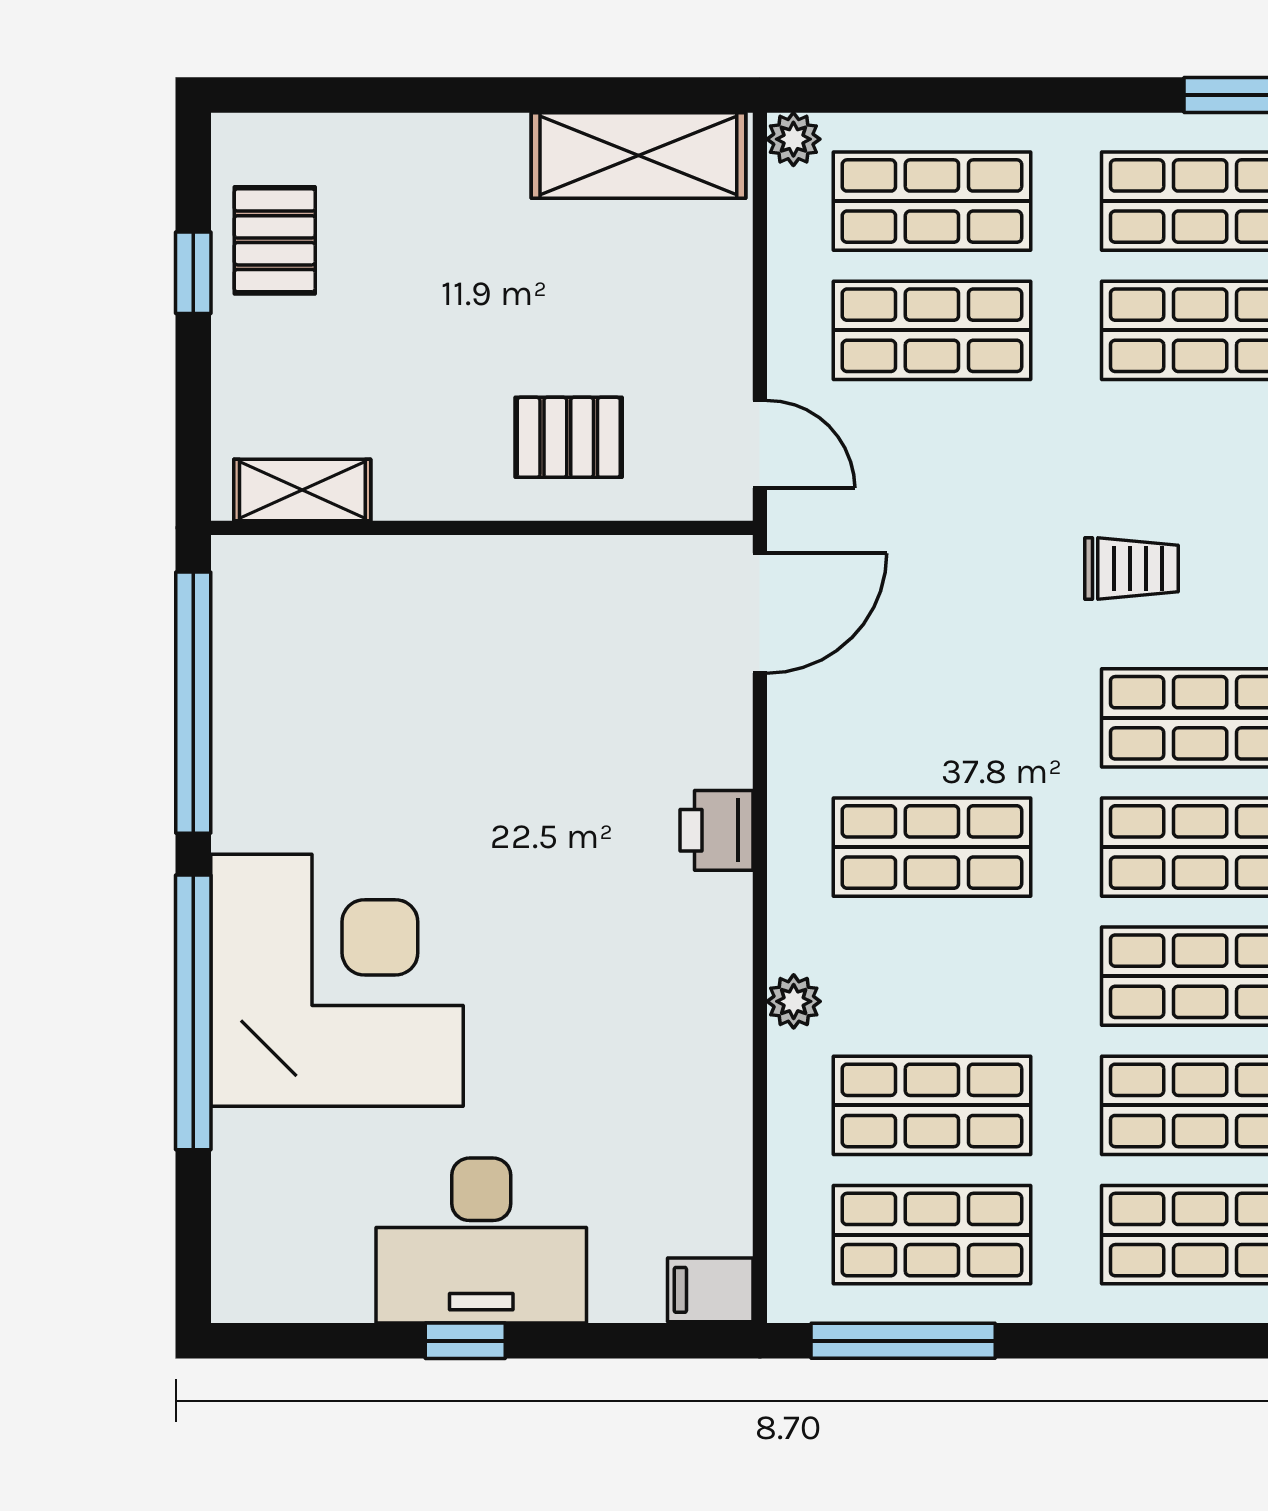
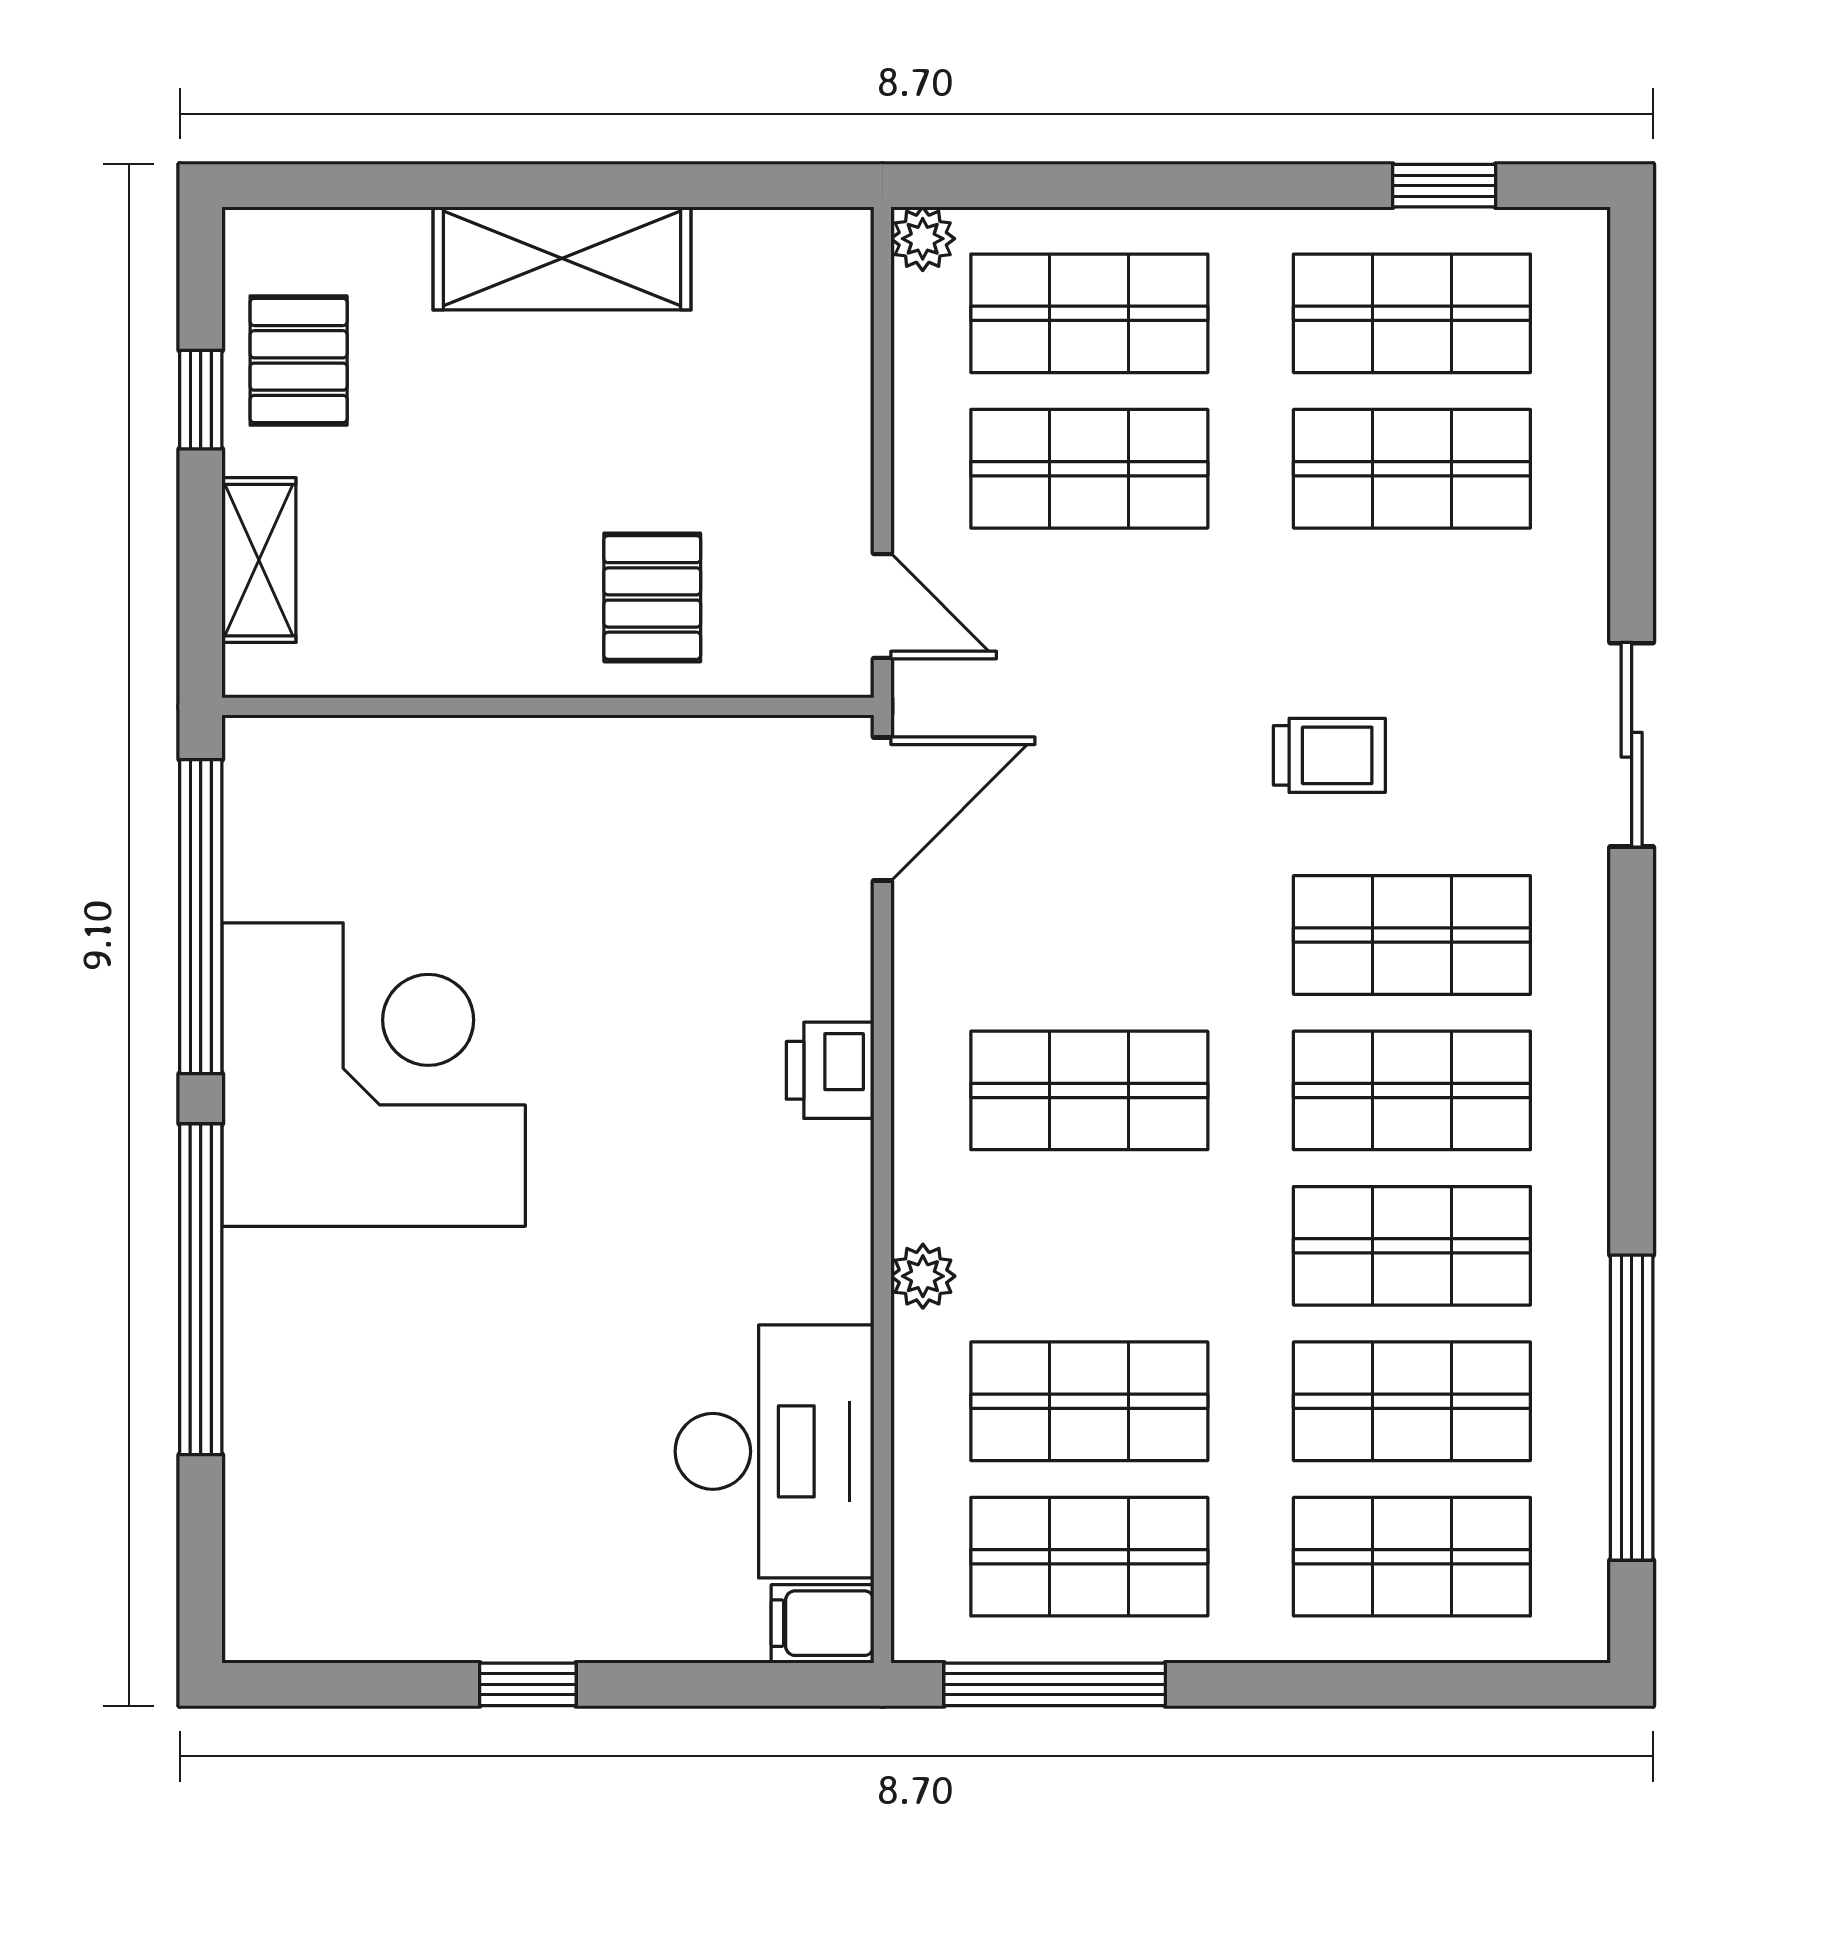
shelving: (638, 155) -> (562, 258), moved
pallet: (569, 437) -> (652, 597), turned 90
shelving: (302, 490) -> (259, 560), moved, turned 90
corner desk: (337, 980) -> (374, 1075), moved
desk: (481, 1241) -> (774, 1451), moved, turned -90

